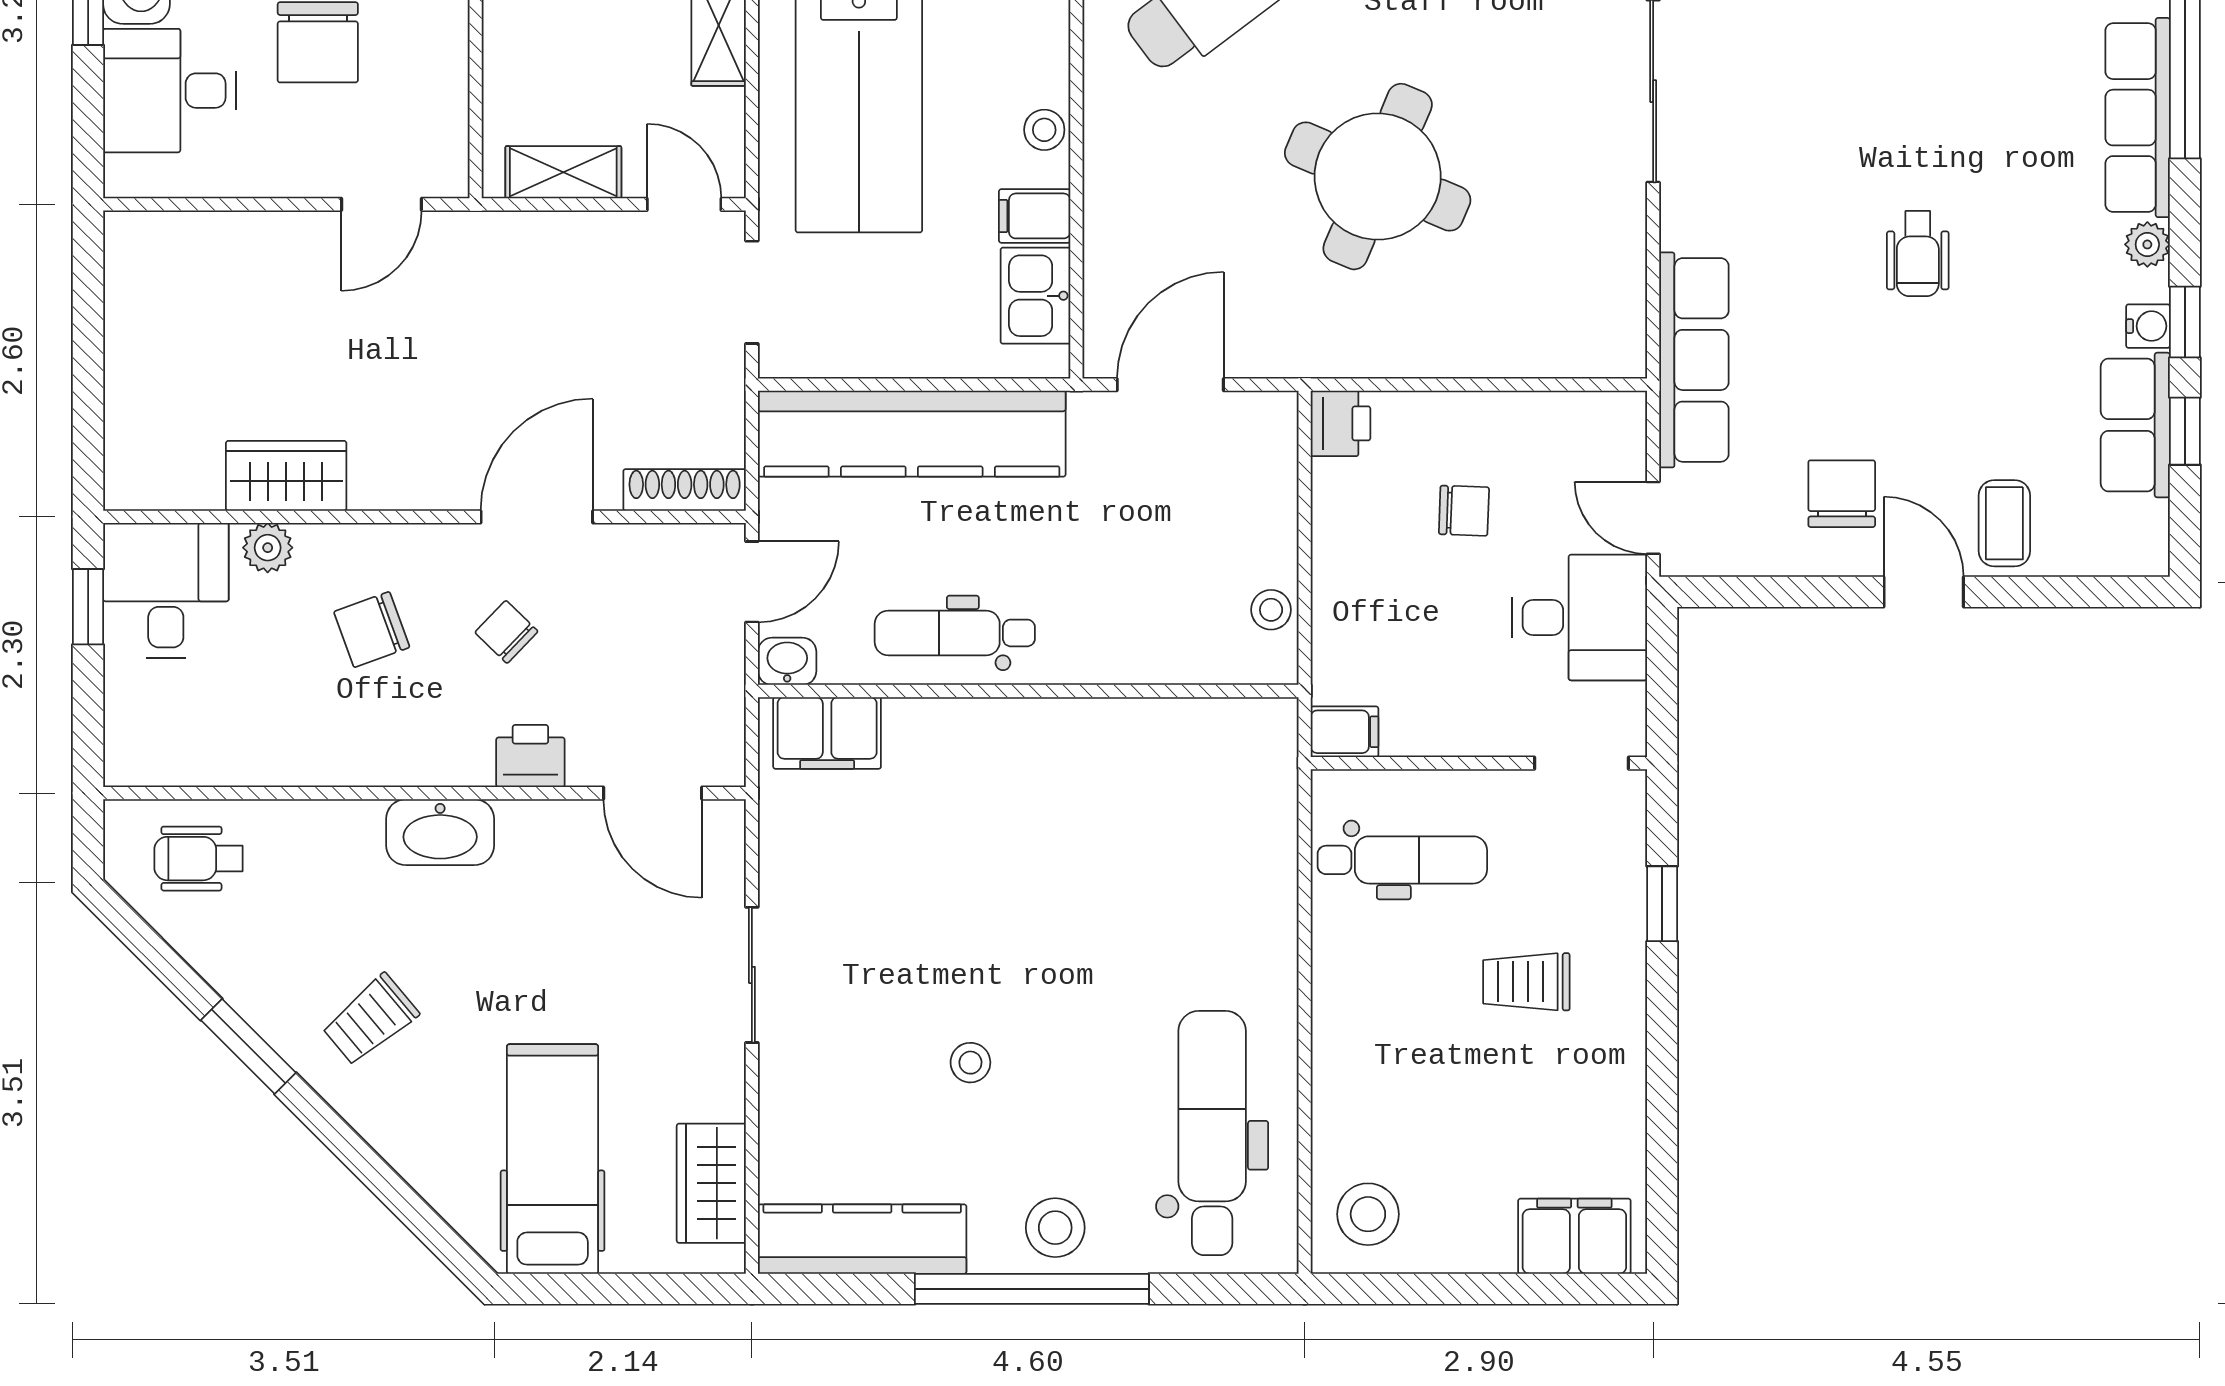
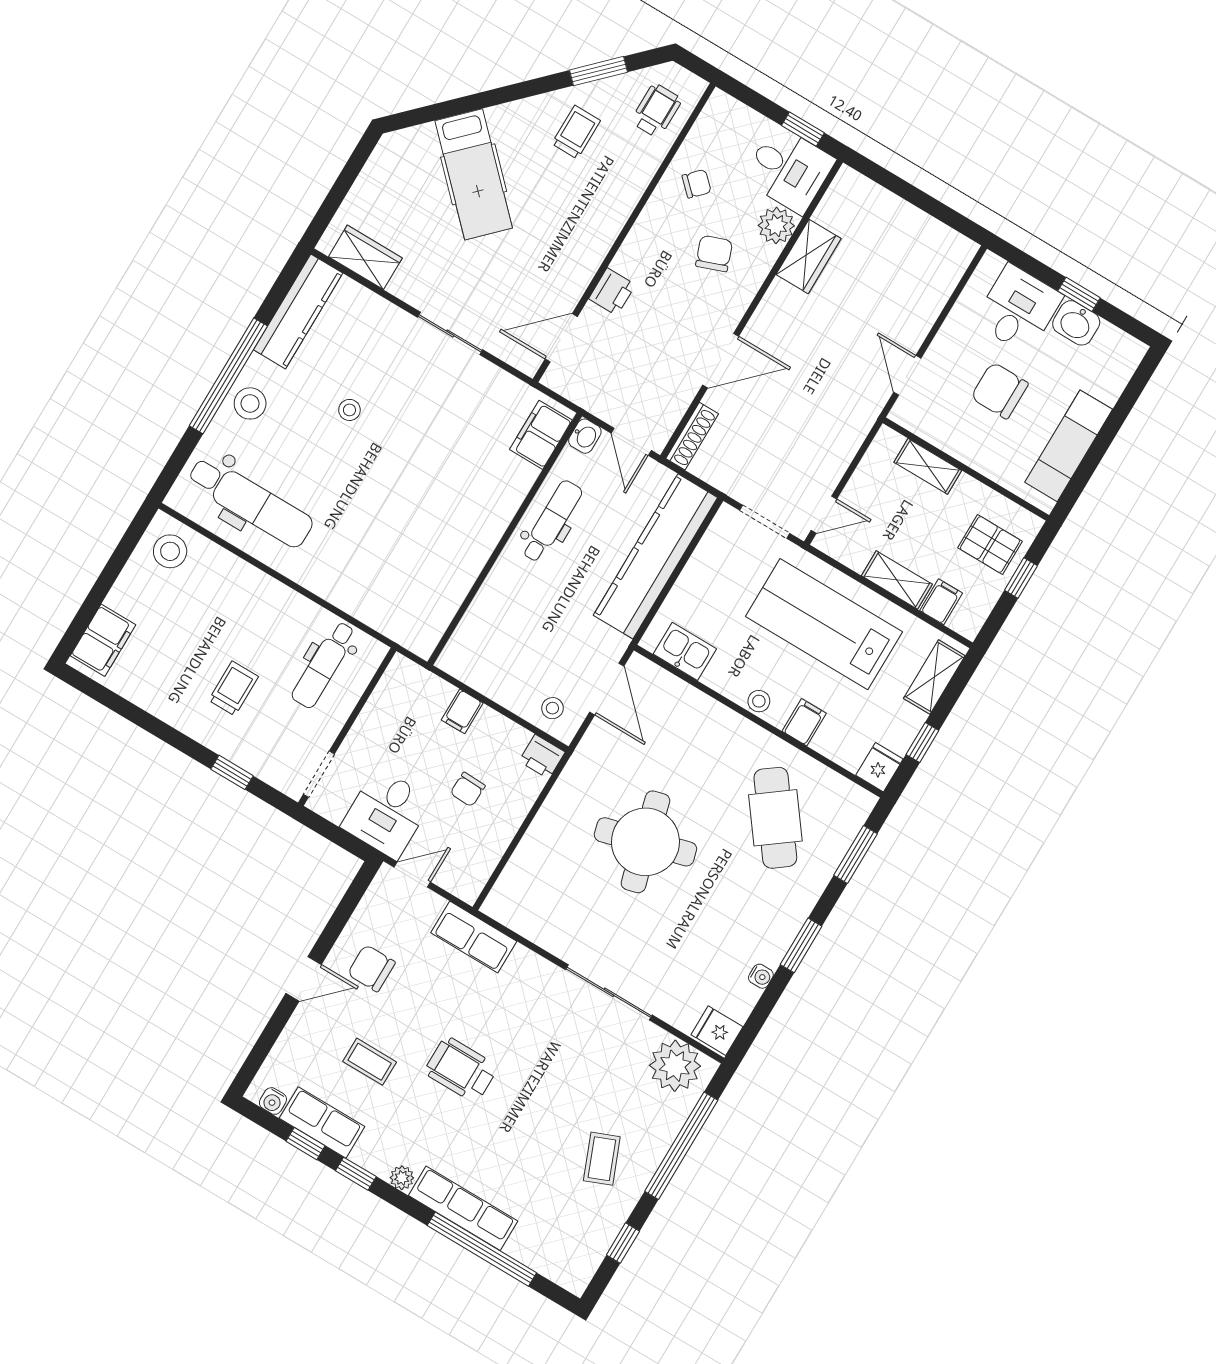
shelving: (563, 172) -> (928, 466), moved, turned 90
round table: (1378, 177) -> (645, 842), turned -38
filing cabinet: (1035, 216) -> (804, 722), moved
wheelchair: (1918, 254) -> (461, 1069), width x1.36, depth x1.37
water cooler: (2148, 326) -> (273, 1101), moved
row of seats: (1694, 360) -> (474, 937), width x0.68
chair: (1842, 494) -> (371, 968), turned 180
door: (537, 517) -> (721, 361), hinge flipped
coffee table: (2004, 523) -> (370, 1062), moved
plant: (268, 548) -> (776, 226), width x1.38, depth x1.38
stool: (1271, 610) -> (552, 708), moved
chair: (506, 632) -> (697, 184), moved
filing cabinet: (1344, 732) -> (462, 711), moved
washbasin: (440, 832) -> (602, 229), removed
trolley: (370, 1020) -> (576, 132), moved, turned 40
window: (248, 1046) -> (599, 71), moved
hospital bed: (553, 1159) -> (474, 174), moved, turned 45

